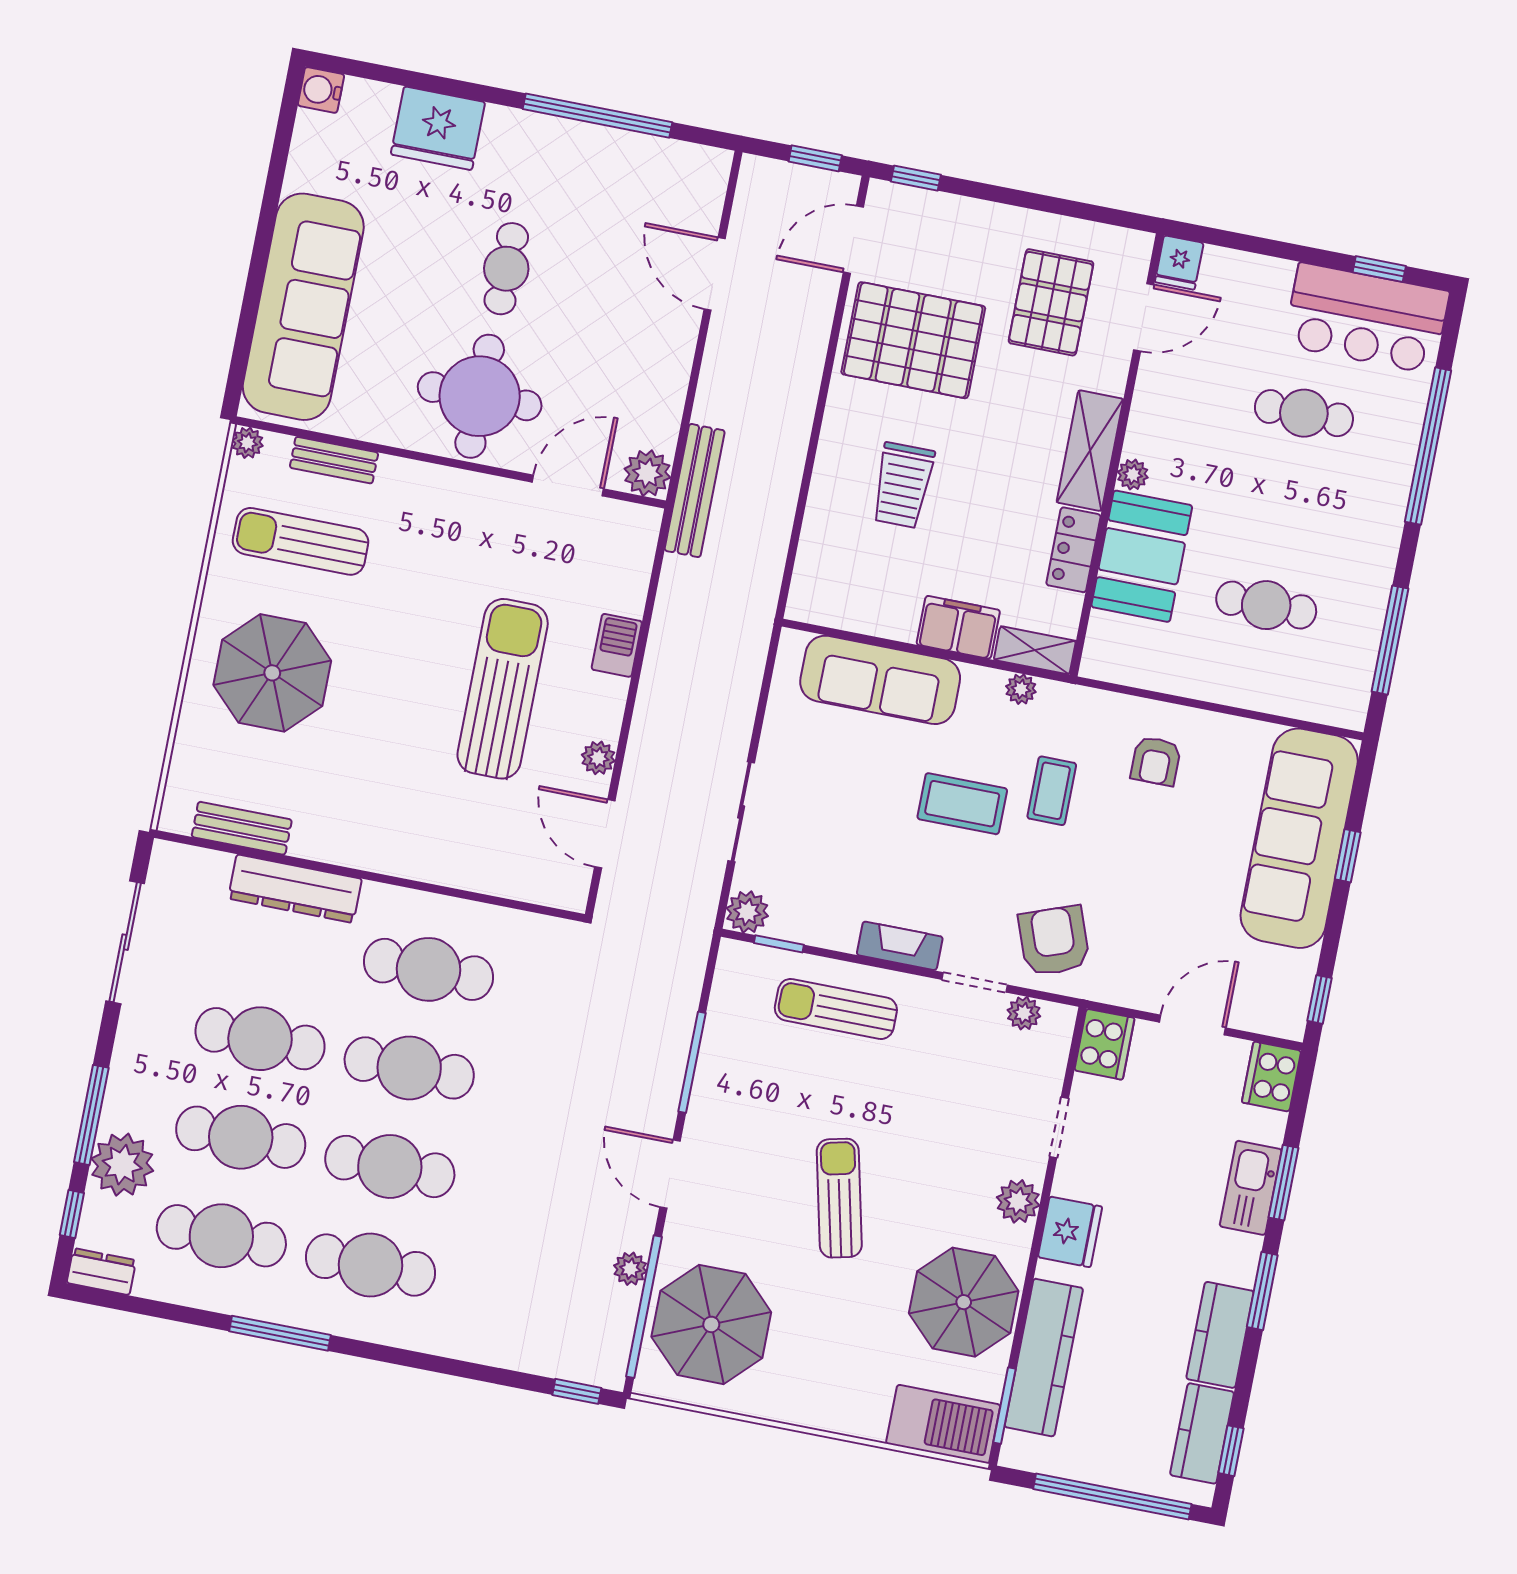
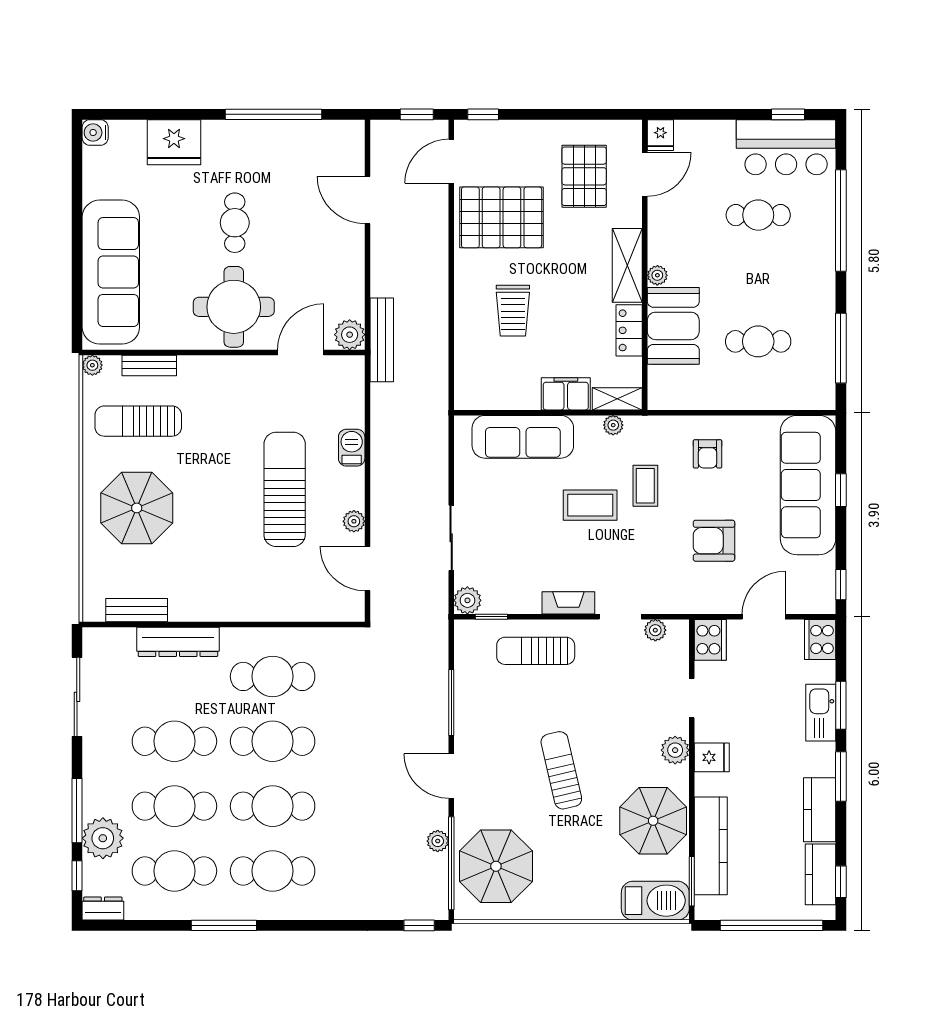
armchair: (1054, 941) -> (714, 541), moved, turned -70
fridge: (1070, 1232) -> (712, 757), width x0.72

